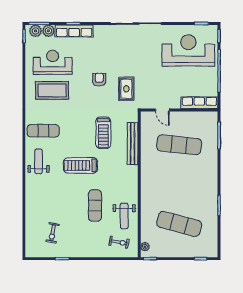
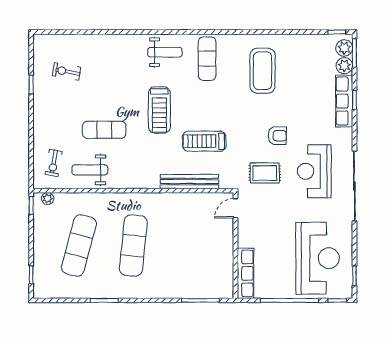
reception desk: (53, 62) -> (314, 171), moved, turned 180
door: (162, 110) -> (235, 208), moved
exercise mat: (179, 145) -> (133, 246), moved
treadmill: (81, 165) -> (159, 110), turned 180

